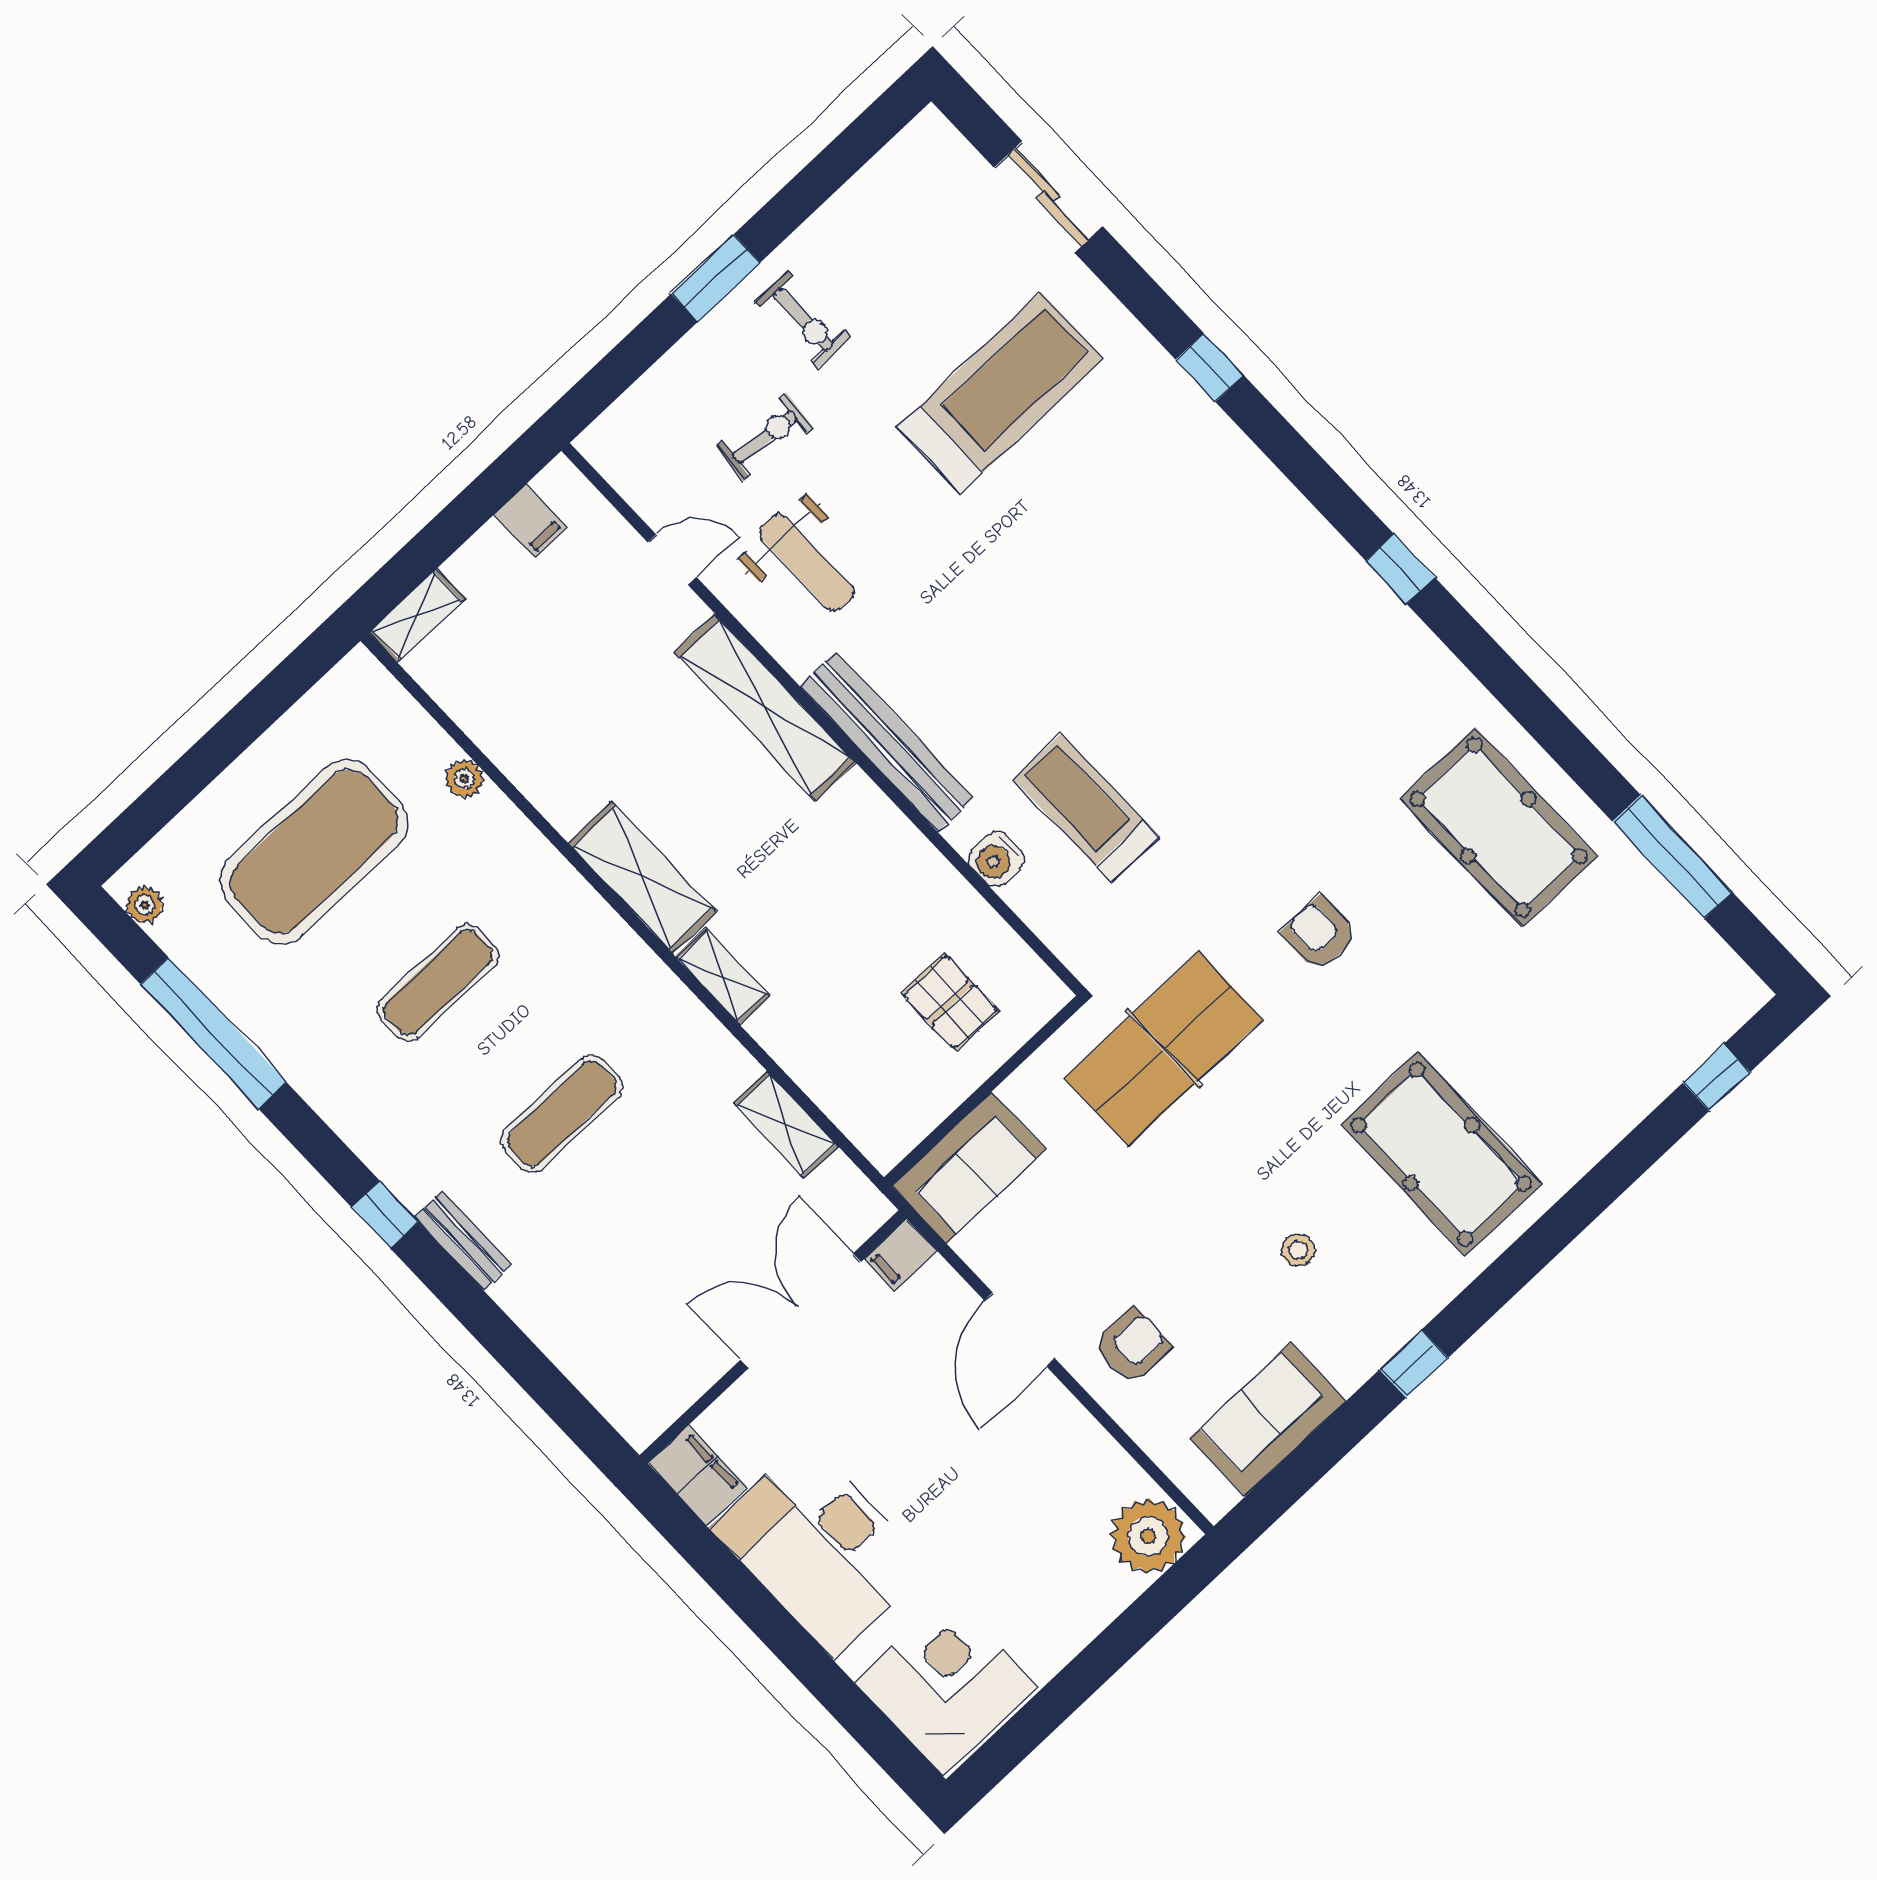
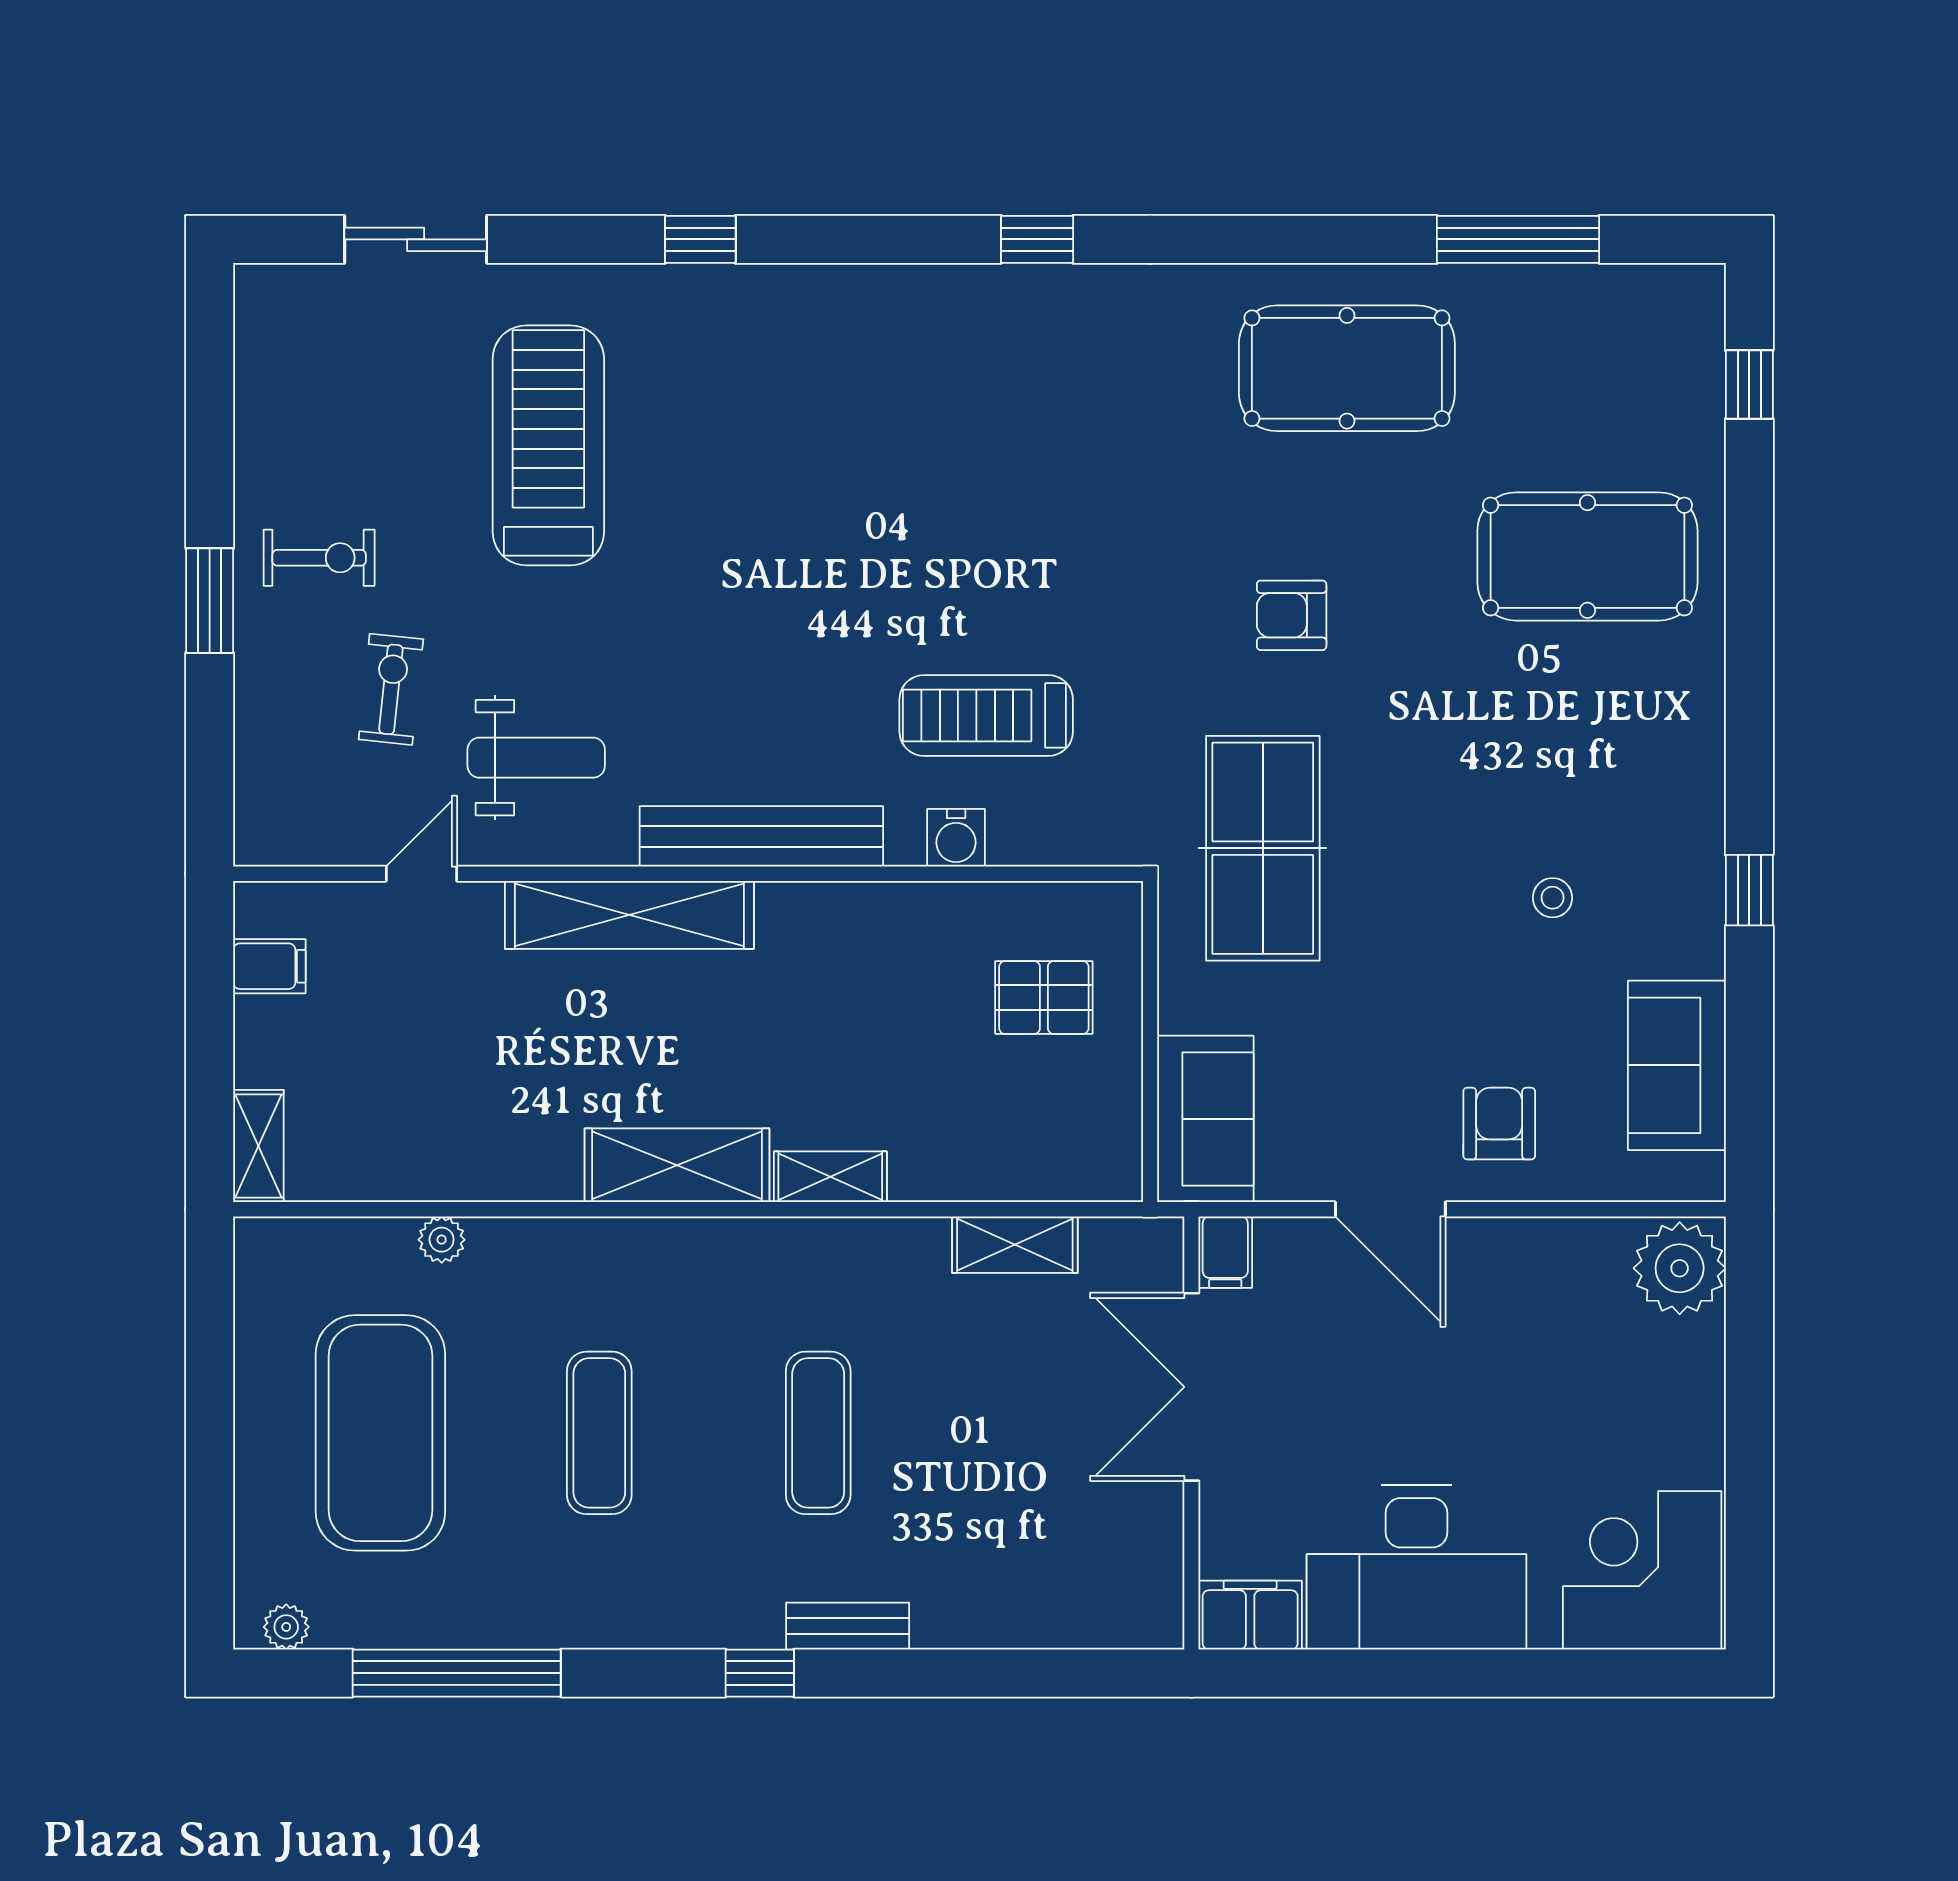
pool table: (1441, 1154) -> (1587, 556), moved

